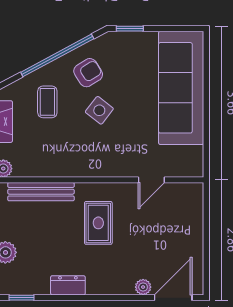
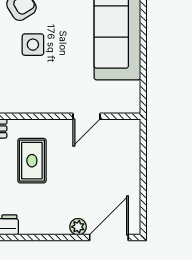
side table: (99, 110) -> (33, 45), turned -38

